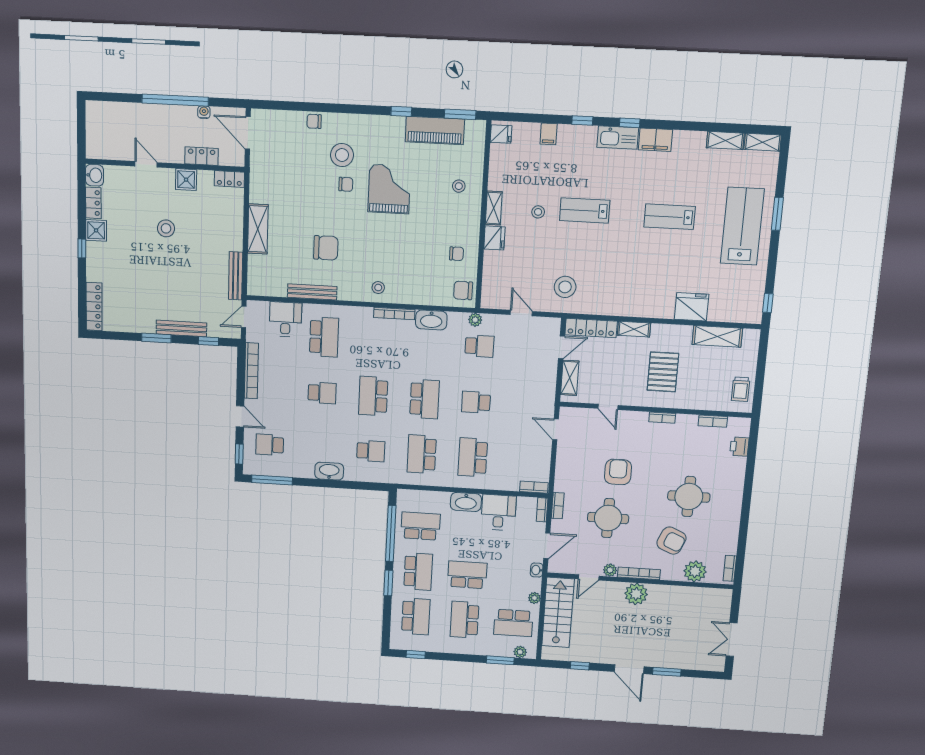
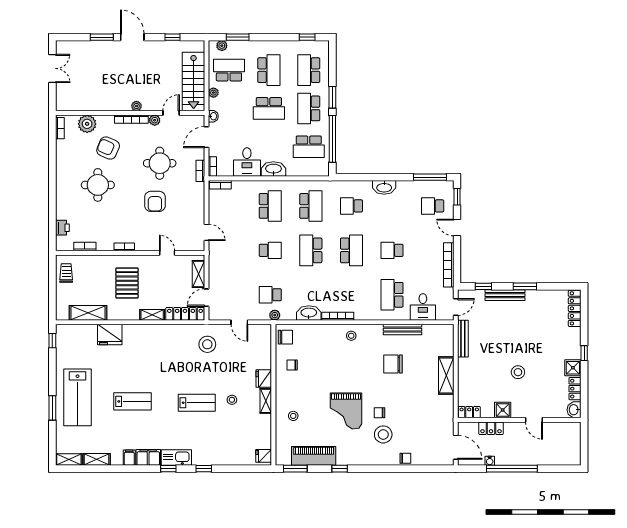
filing cabinet: (549, 134) -> (129, 458), moved
school desk: (270, 445) -> (433, 206), turned 180
plant: (636, 594) -> (136, 106), width x0.53, depth x0.53

